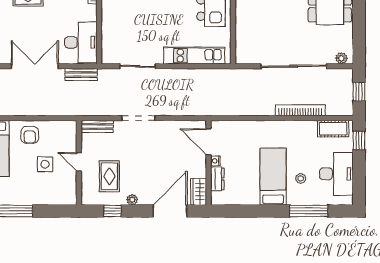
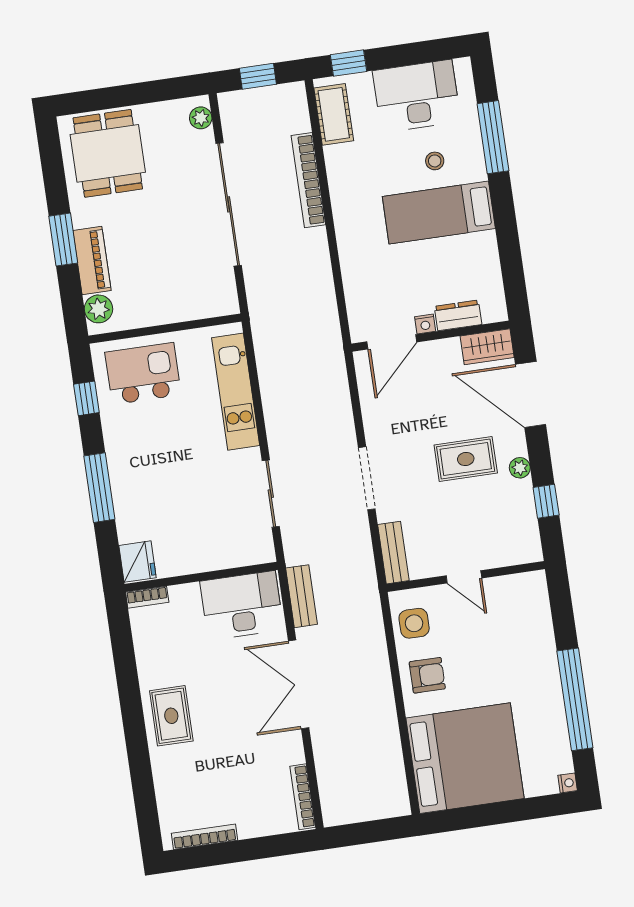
door: (79, 162) -> (464, 577), hinge flipped
side table: (45, 164) -> (414, 623), moved
rug: (109, 176) -> (466, 459), moved

